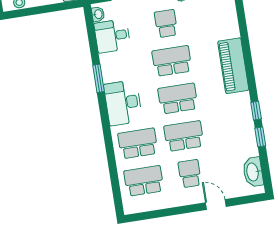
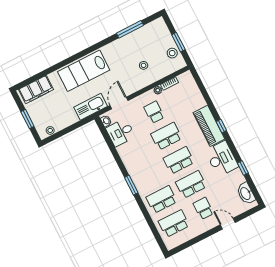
window: (98, 78) -> (131, 185), moved
desk: (123, 103) -> (222, 159), moved, turned 180
window: (256, 111) -> (221, 126), moved

